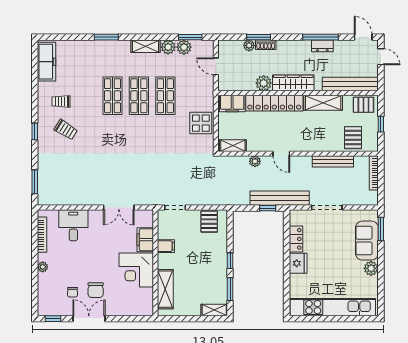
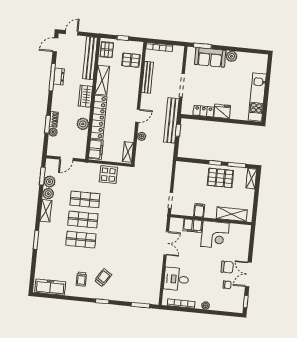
wardrobe: (293, 83) -> (85, 96), width x0.67
pallet: (209, 222) -> (220, 178), moved, width x1.50, depth x1.42
kitchen unit: (333, 307) -> (257, 97), width x0.73

